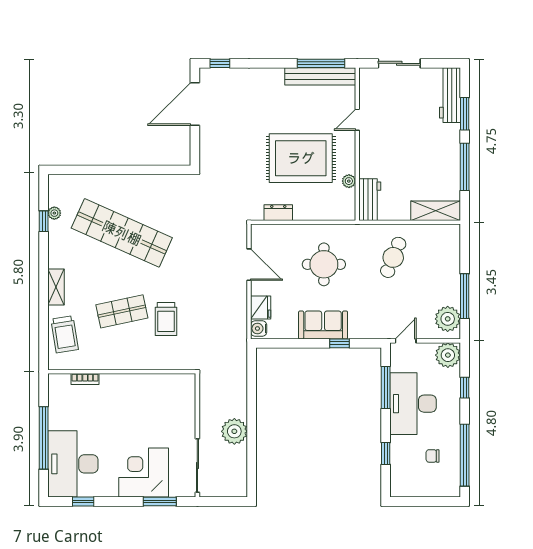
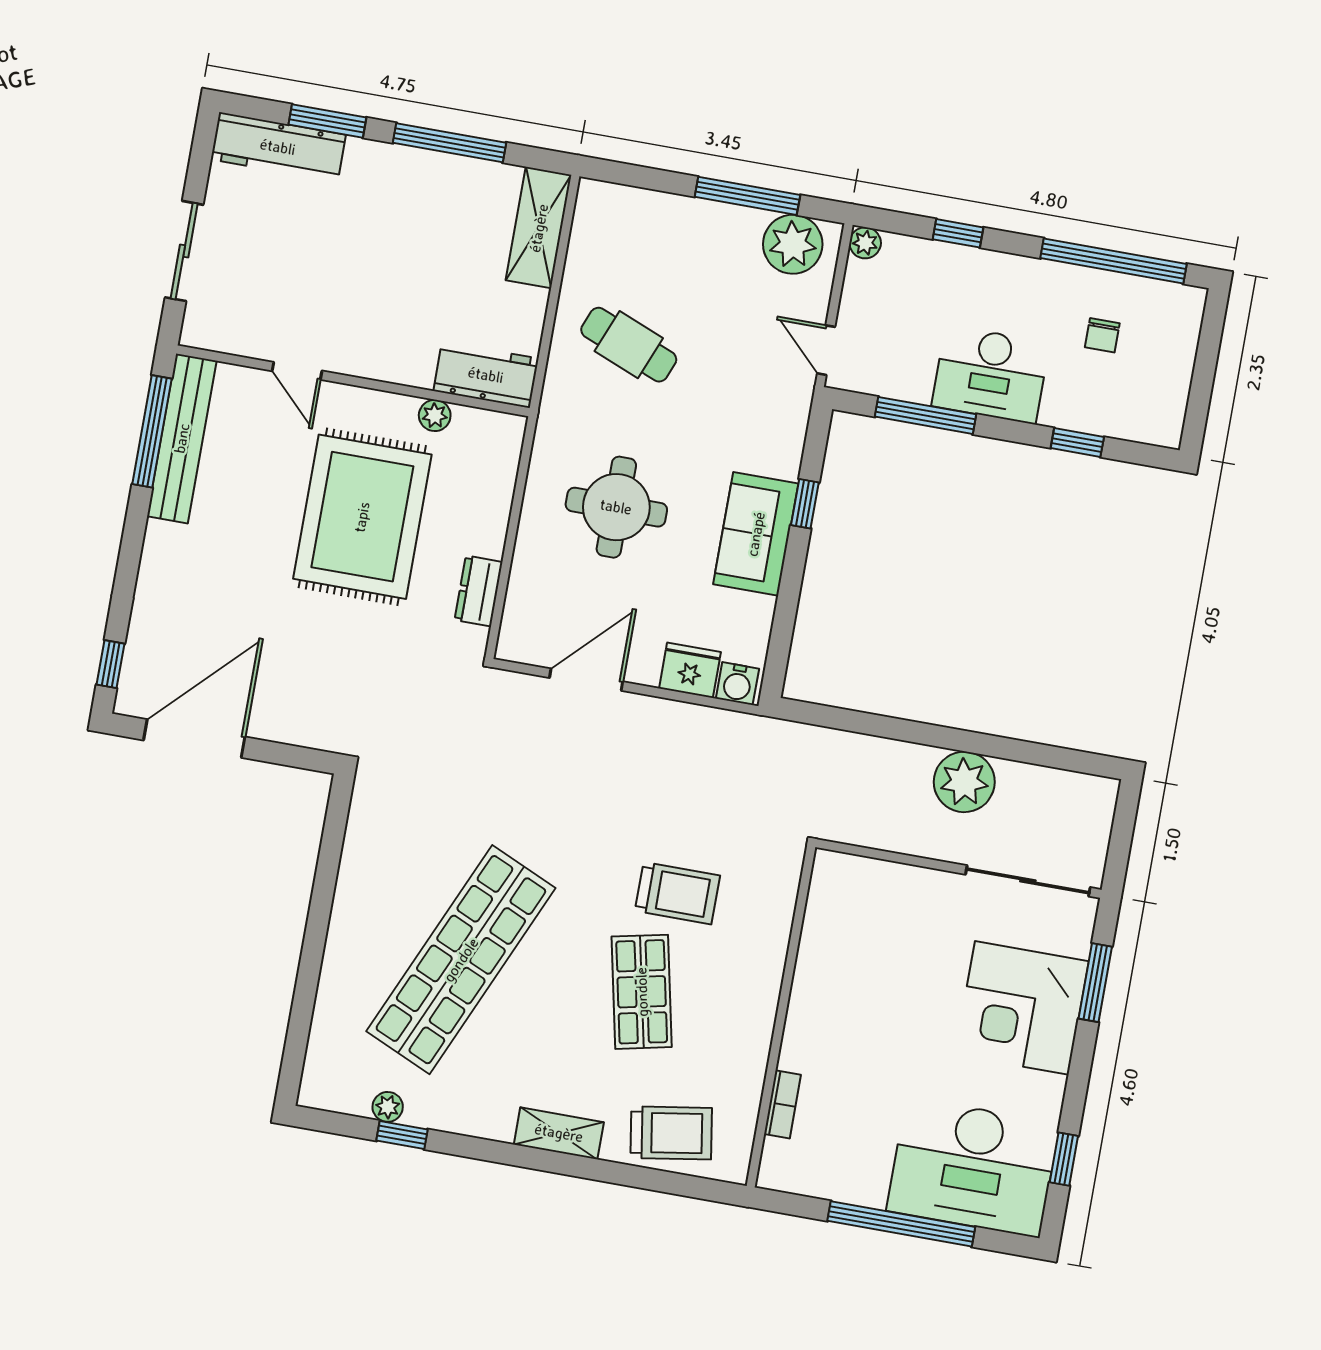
door: (195, 104) -> (194, 739), swing flipped
plant: (448, 355) -> (865, 243), width x0.53, depth x0.53
desk: (413, 404) -> (991, 374), width x0.73, depth x0.77

